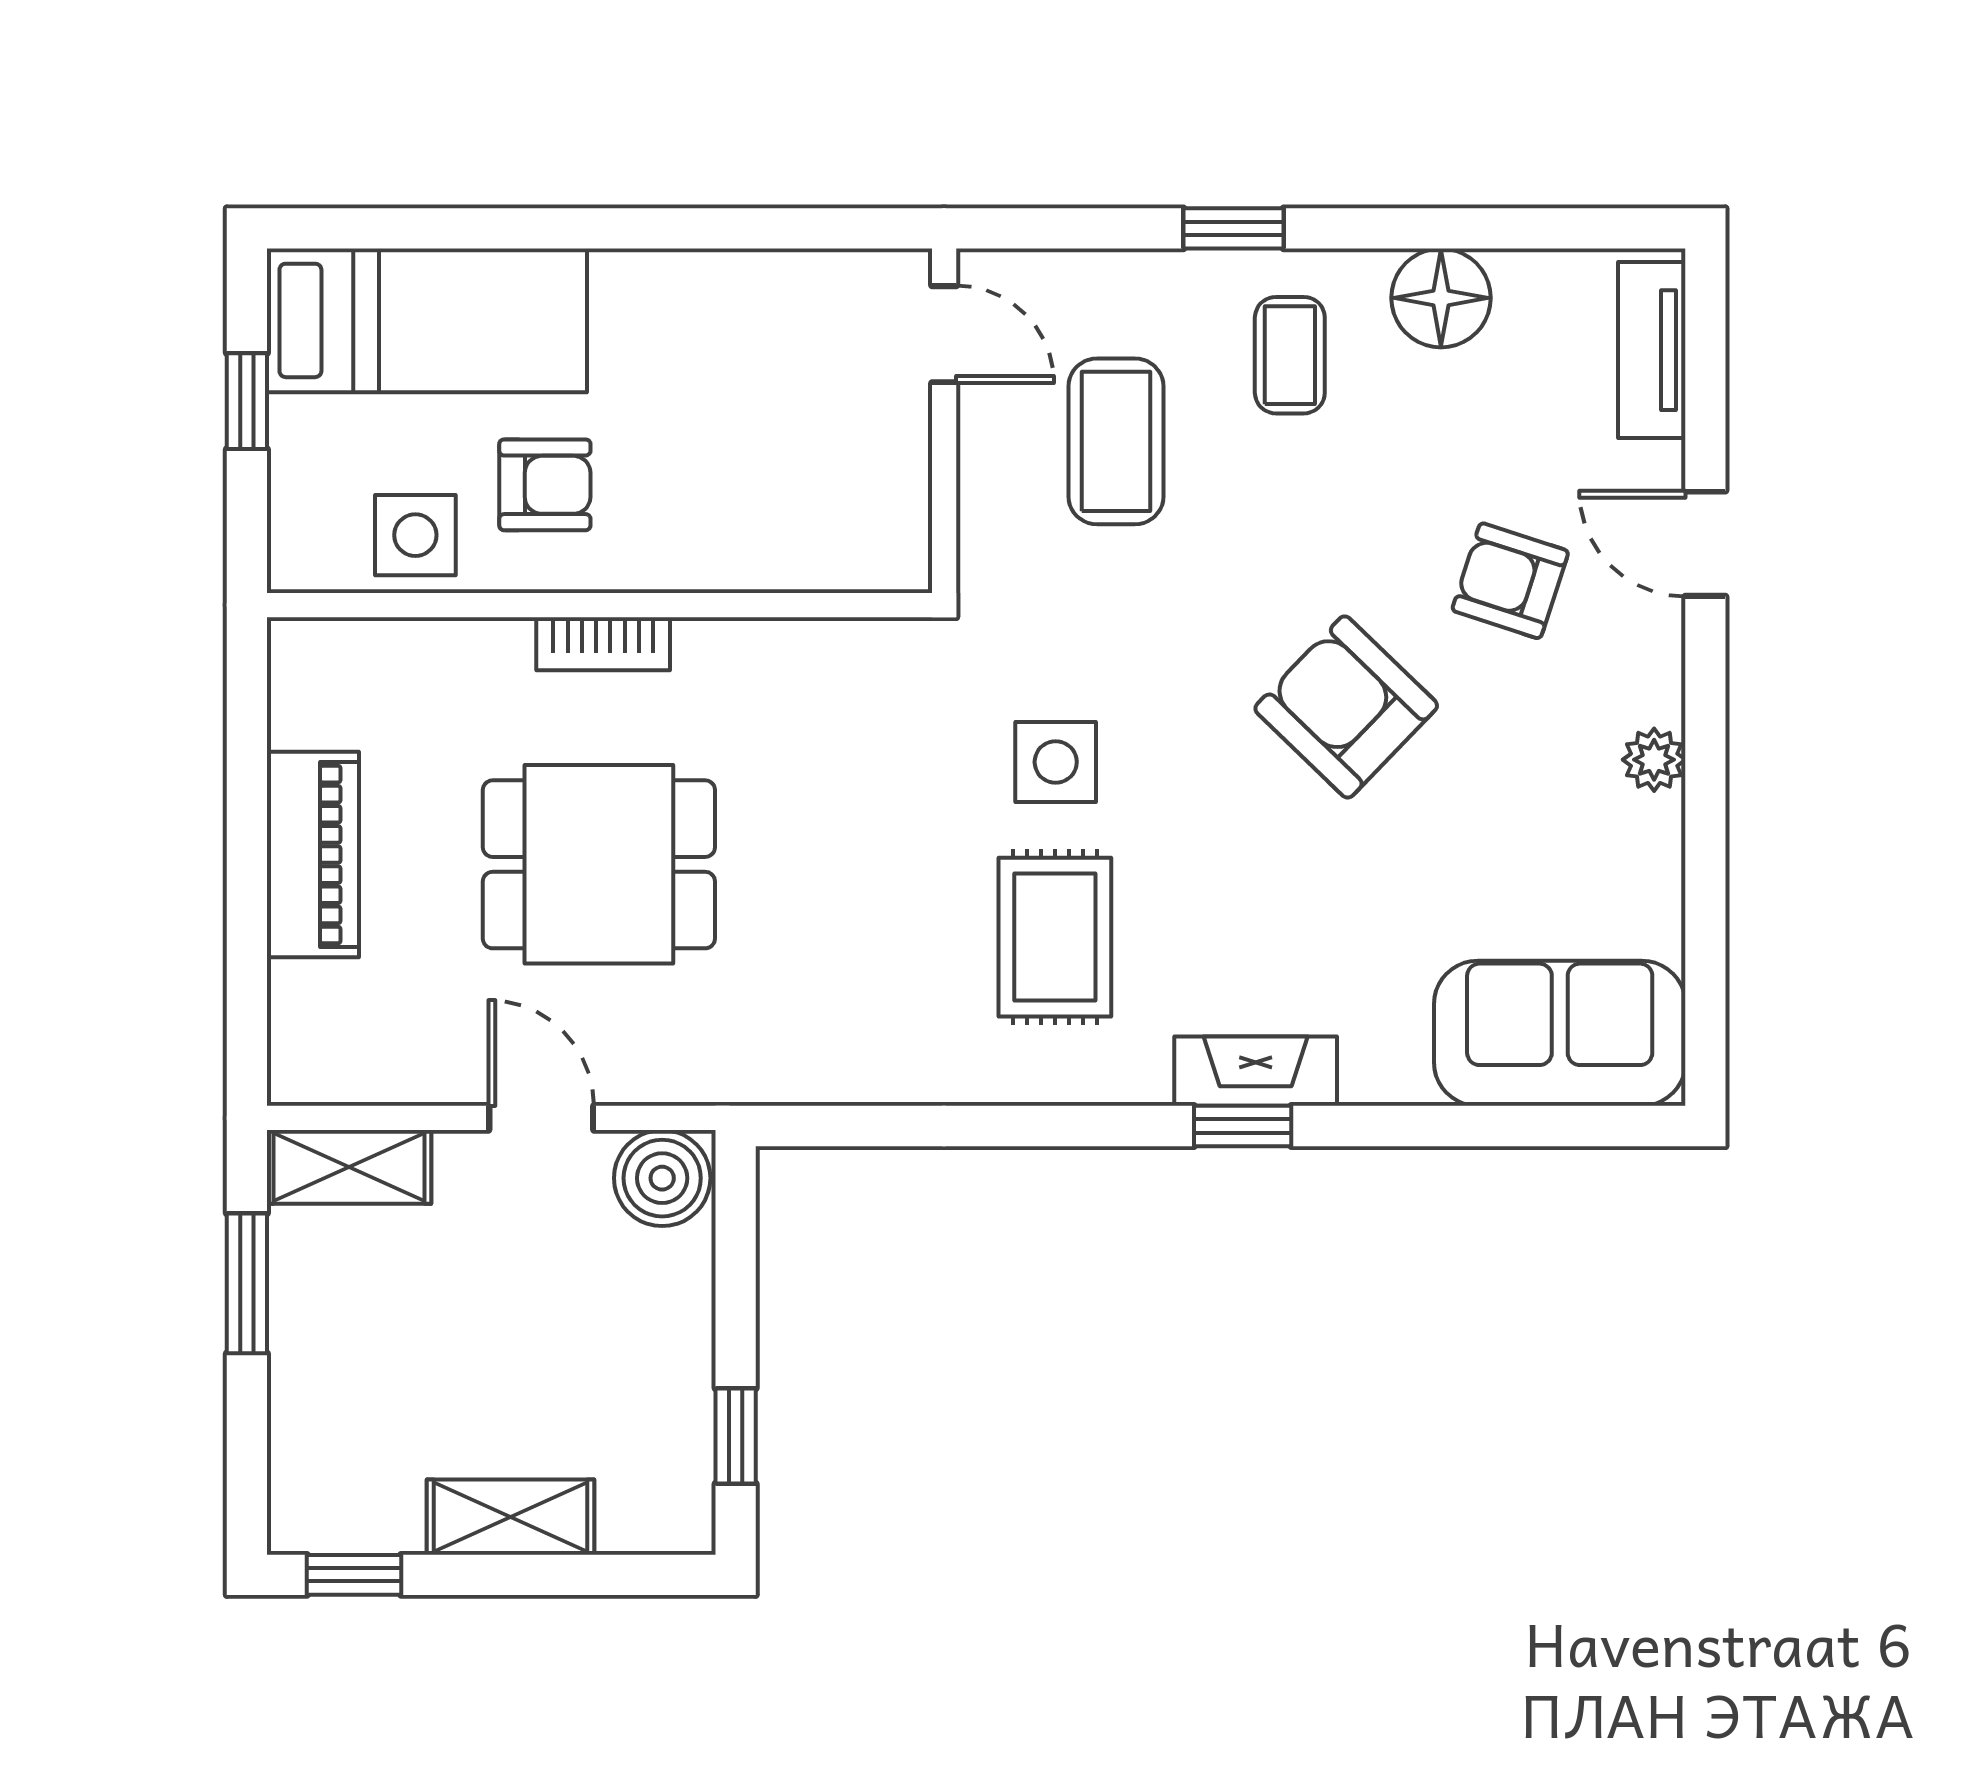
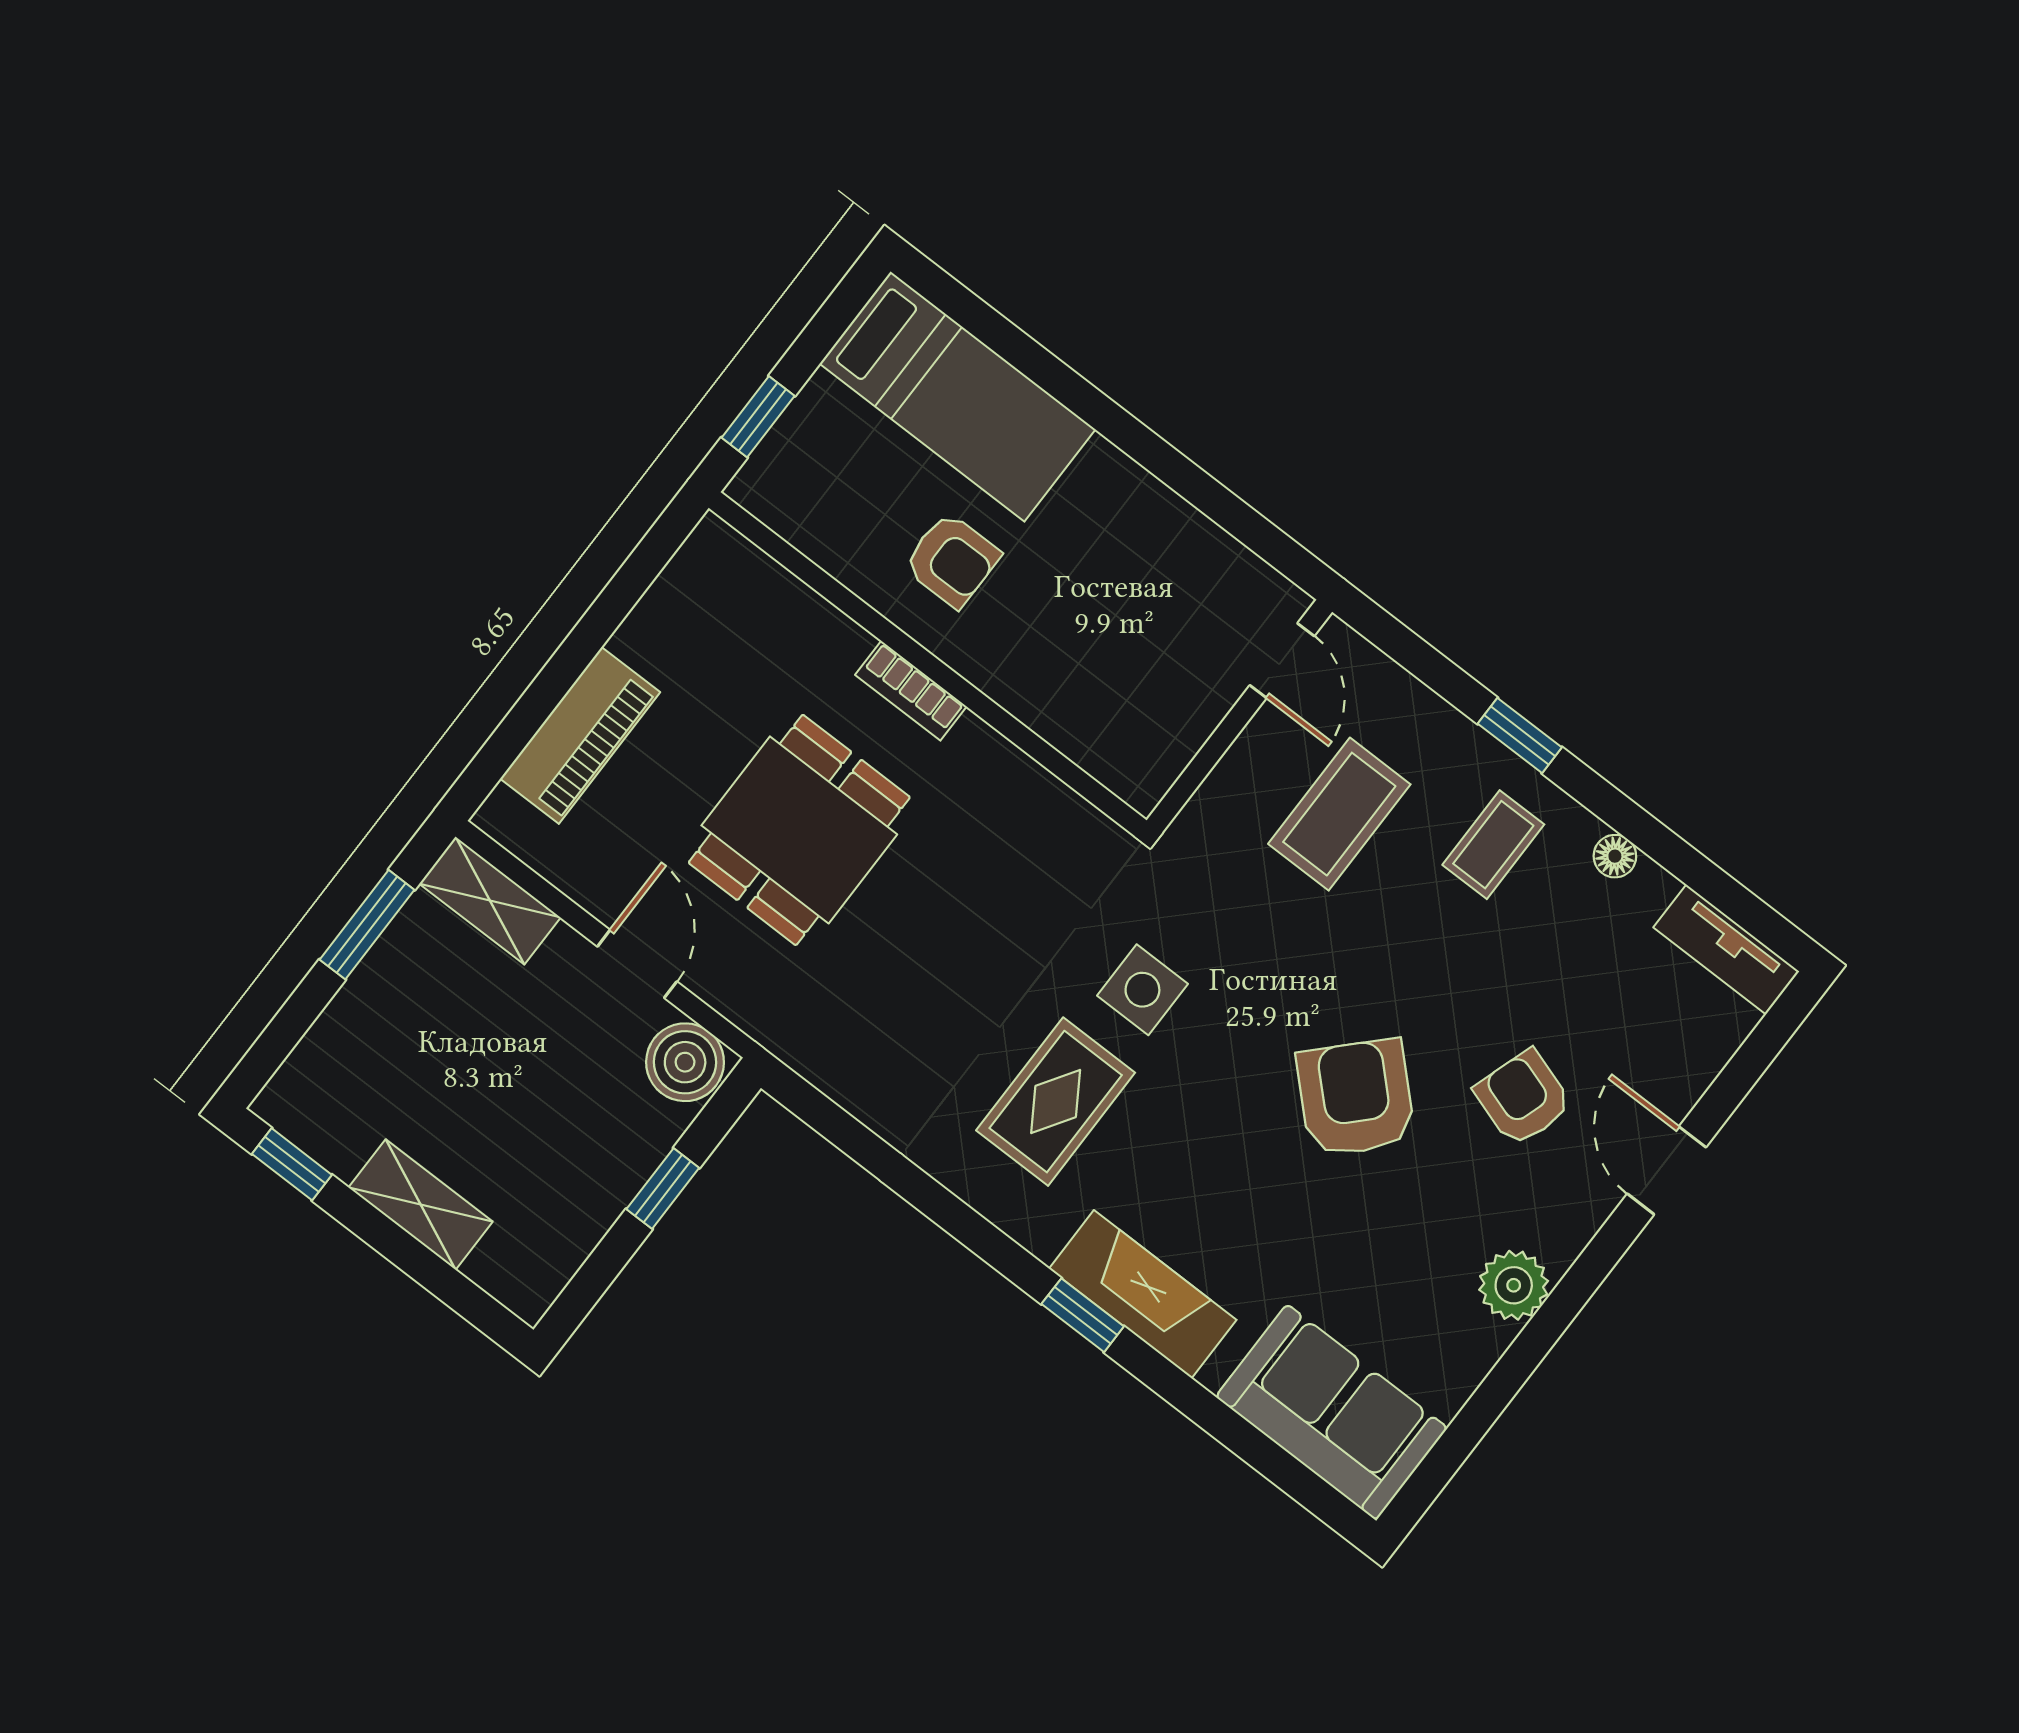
floor lamp: (1441, 298) -> (1615, 856), width x0.53, depth x0.53
tv unit: (1652, 350) -> (1726, 949), moved, turned -90
window: (247, 401) -> (758, 417), moved
side table: (415, 535) -> (844, 528), removed
plant: (1654, 760) -> (1514, 1285), width x1.38, depth x1.38
piano: (313, 855) -> (580, 735), moved
dining table: (599, 864) -> (799, 830), turned 90
fireplace: (1256, 1071) -> (1143, 1294), width x1.37, depth x1.32
window: (736, 1436) -> (663, 1188), moved

